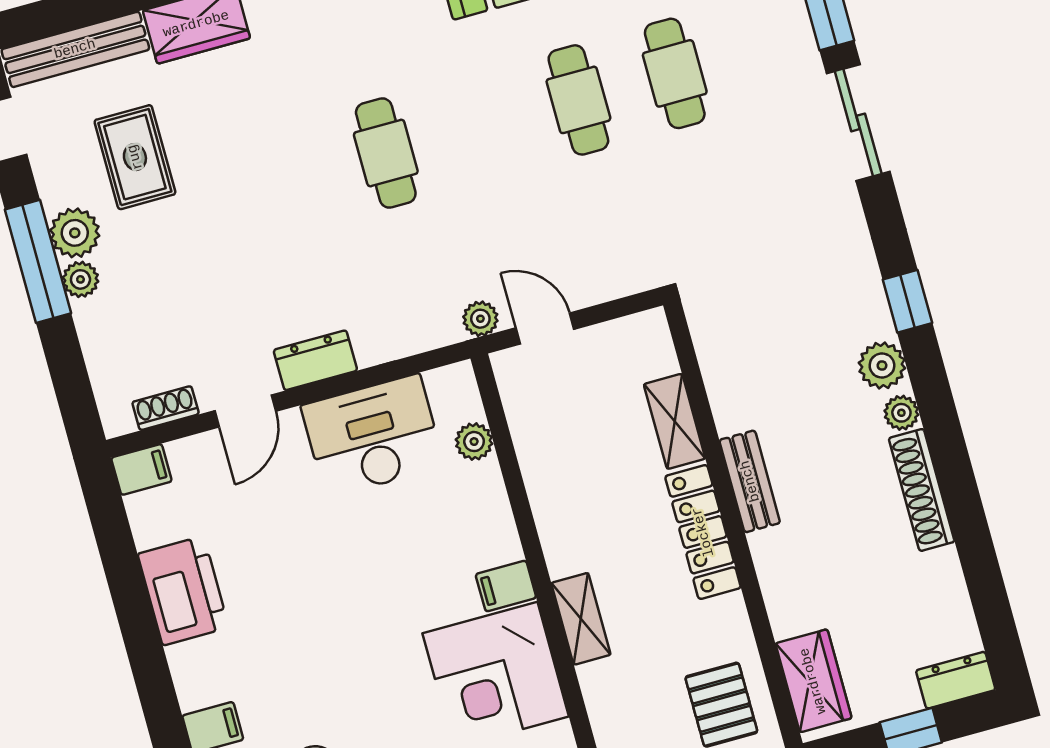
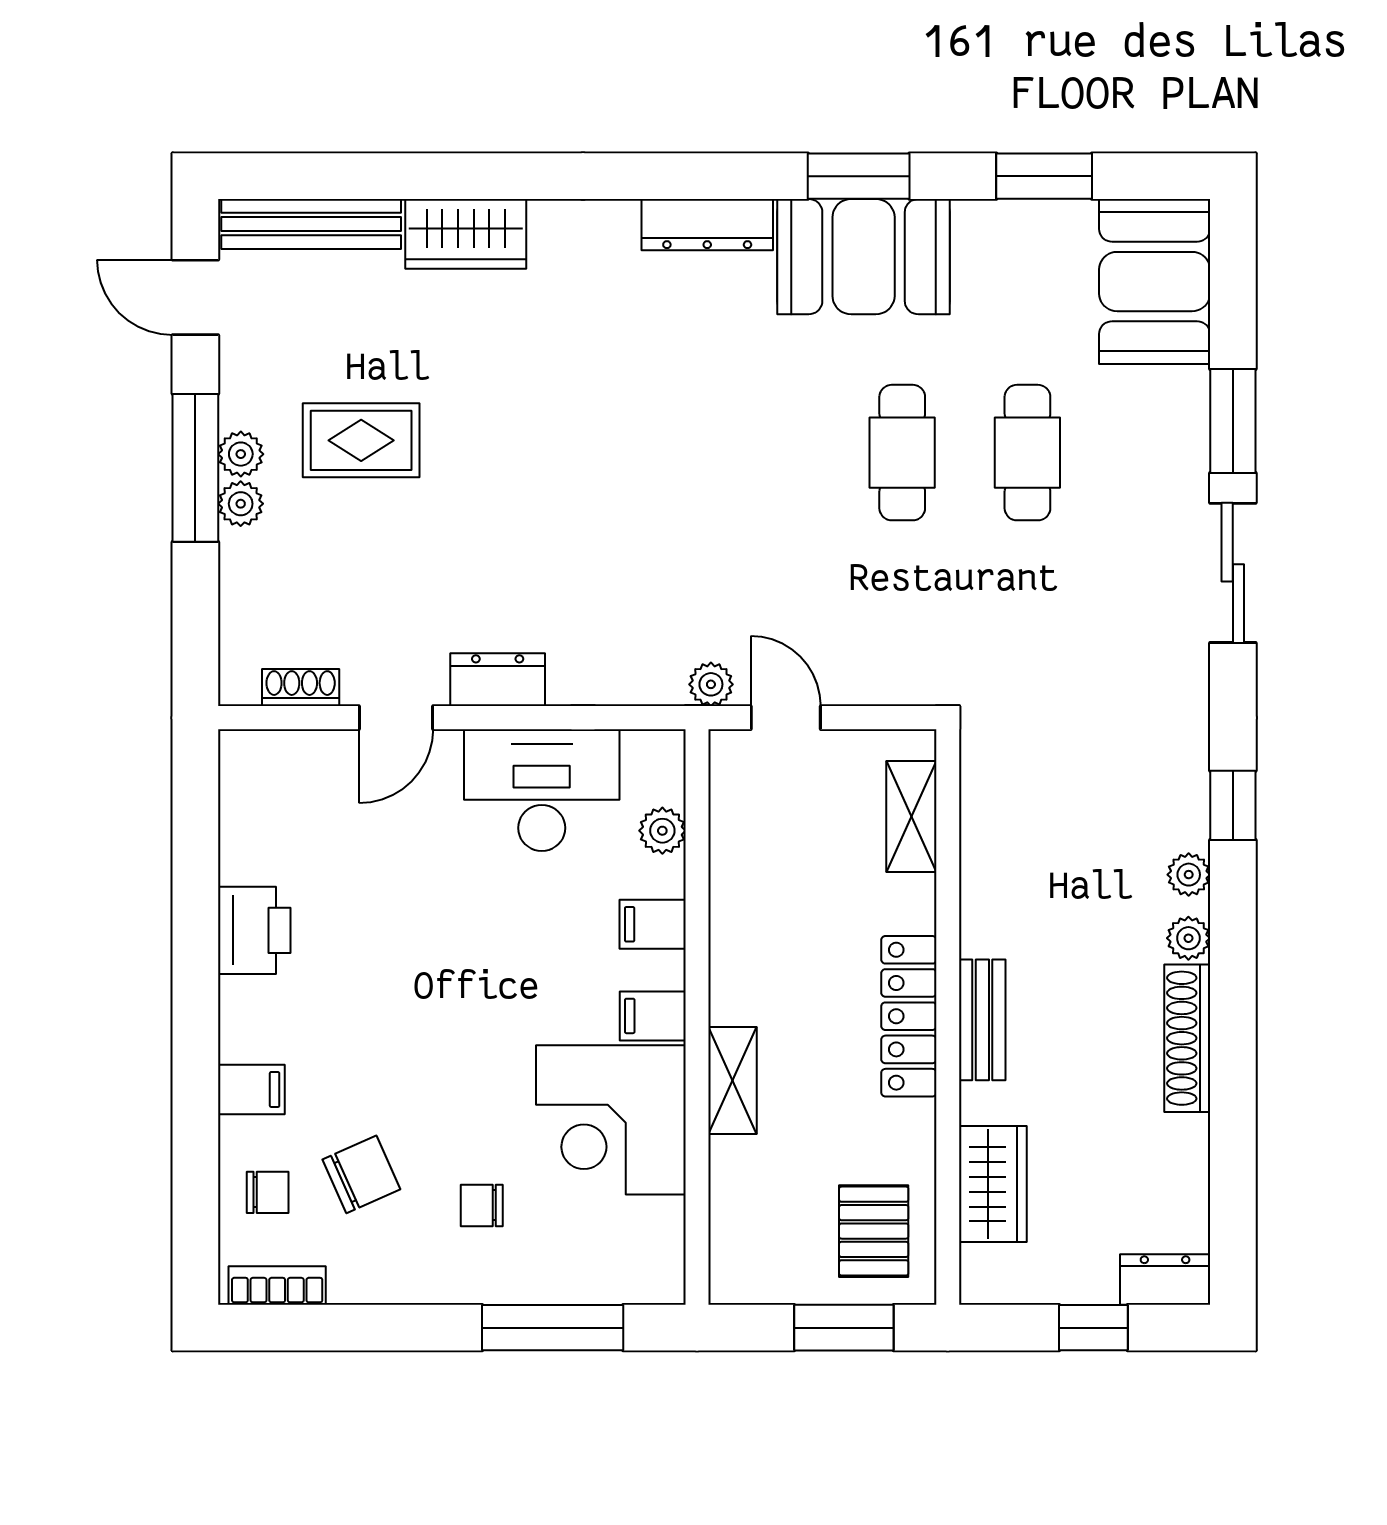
cafe table: (386, 153) -> (652, 453), removed
rug: (135, 157) -> (361, 440), moved, turned 90
plant: (75, 233) -> (241, 454), width x0.73, depth x0.73
plant: (882, 365) -> (1189, 875), width x0.73, depth x0.73
shelving: (675, 421) -> (911, 816), moved
filing cabinet: (141, 469) -> (653, 924), moved, turned 180
bench: (750, 481) -> (982, 1020), moved
printer: (183, 591) -> (254, 930), width x0.73, depth x0.84
wardrobe: (813, 681) -> (993, 1184), moved

